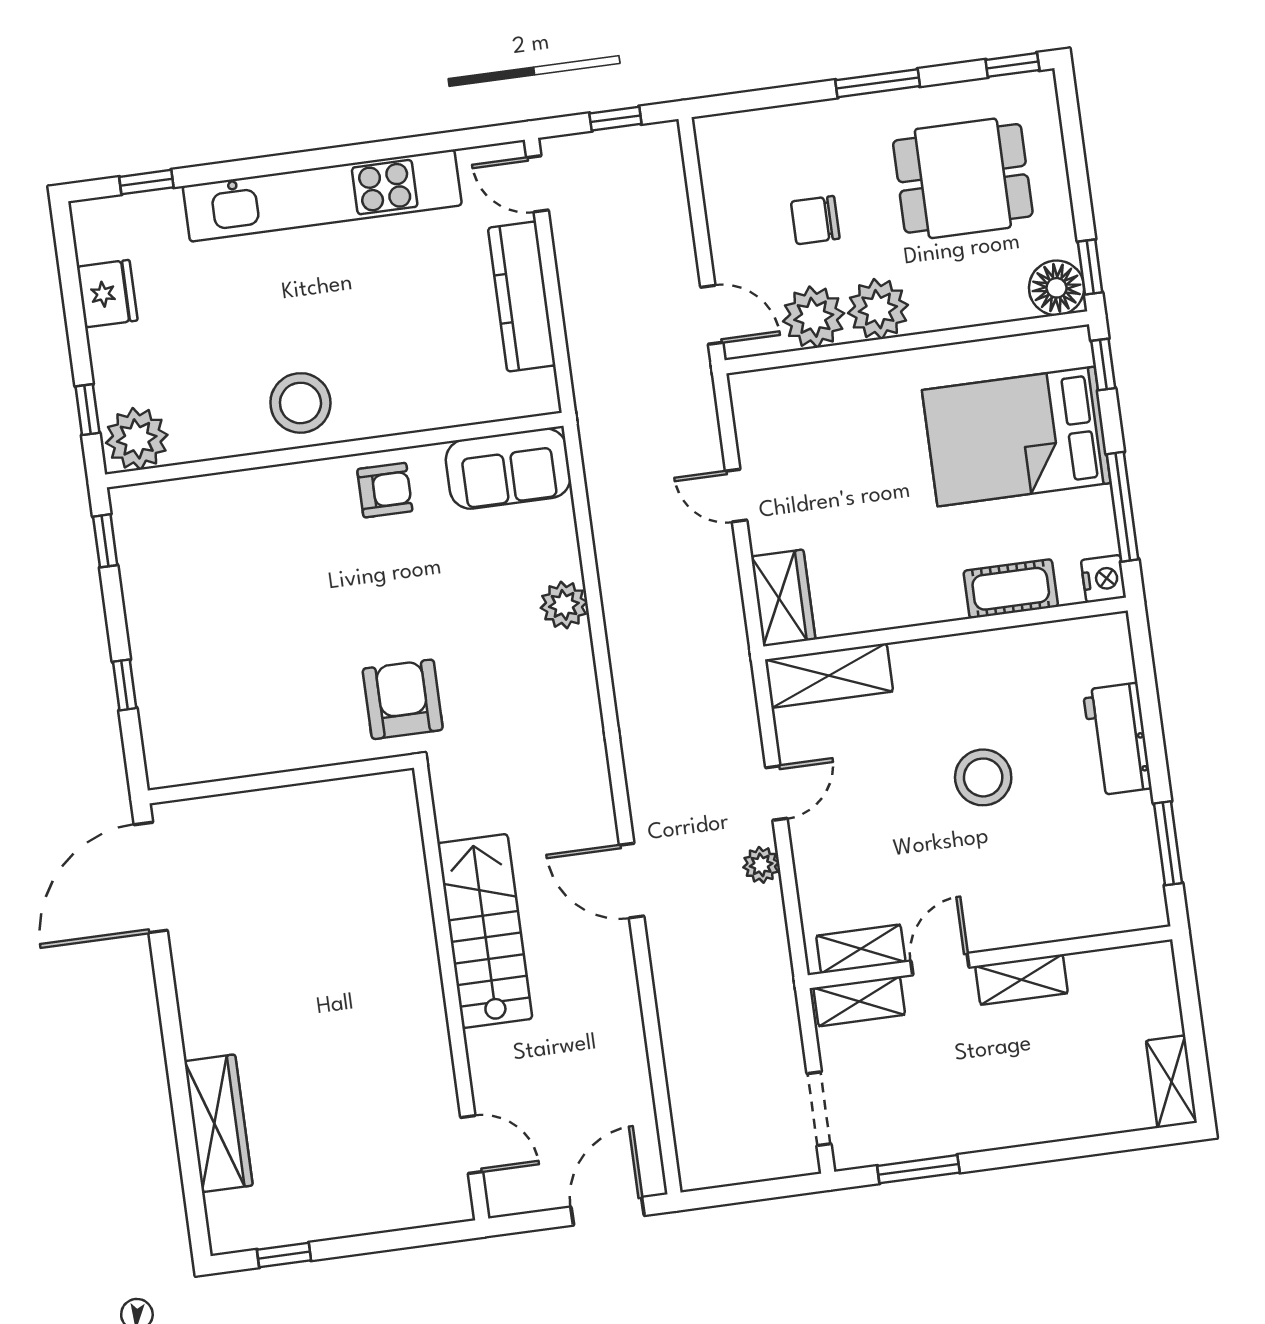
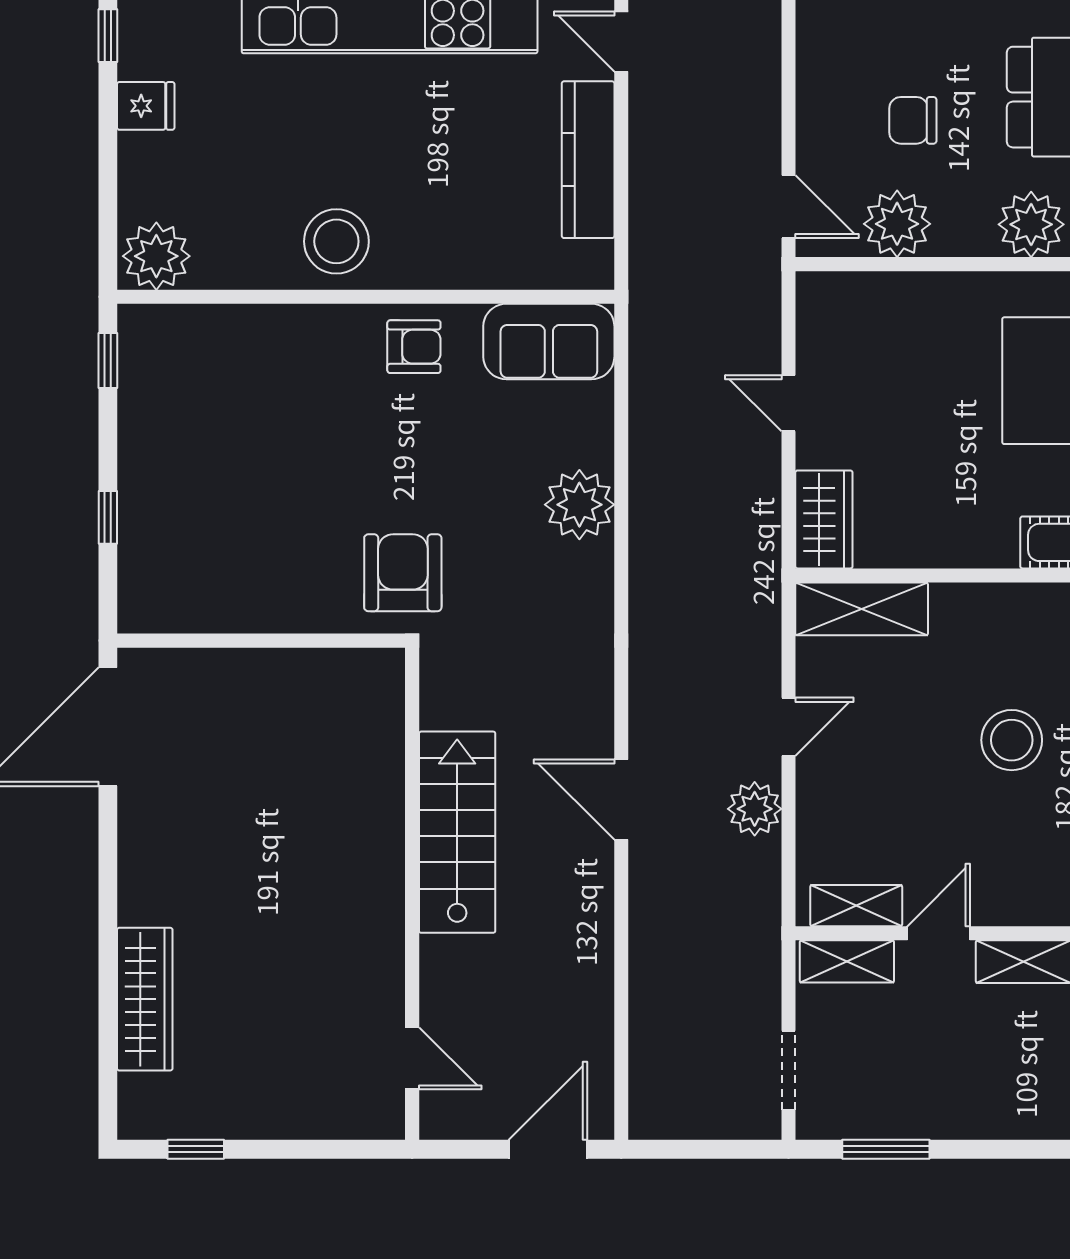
fridge: (107, 294) -> (146, 106), width x0.72
plant: (878, 309) -> (1031, 224), moved
window: (87, 410) -> (108, 36), moved
plant: (564, 605) -> (579, 505), width x1.36, depth x1.36
plant: (761, 865) -> (755, 809), width x1.38, depth x1.38

